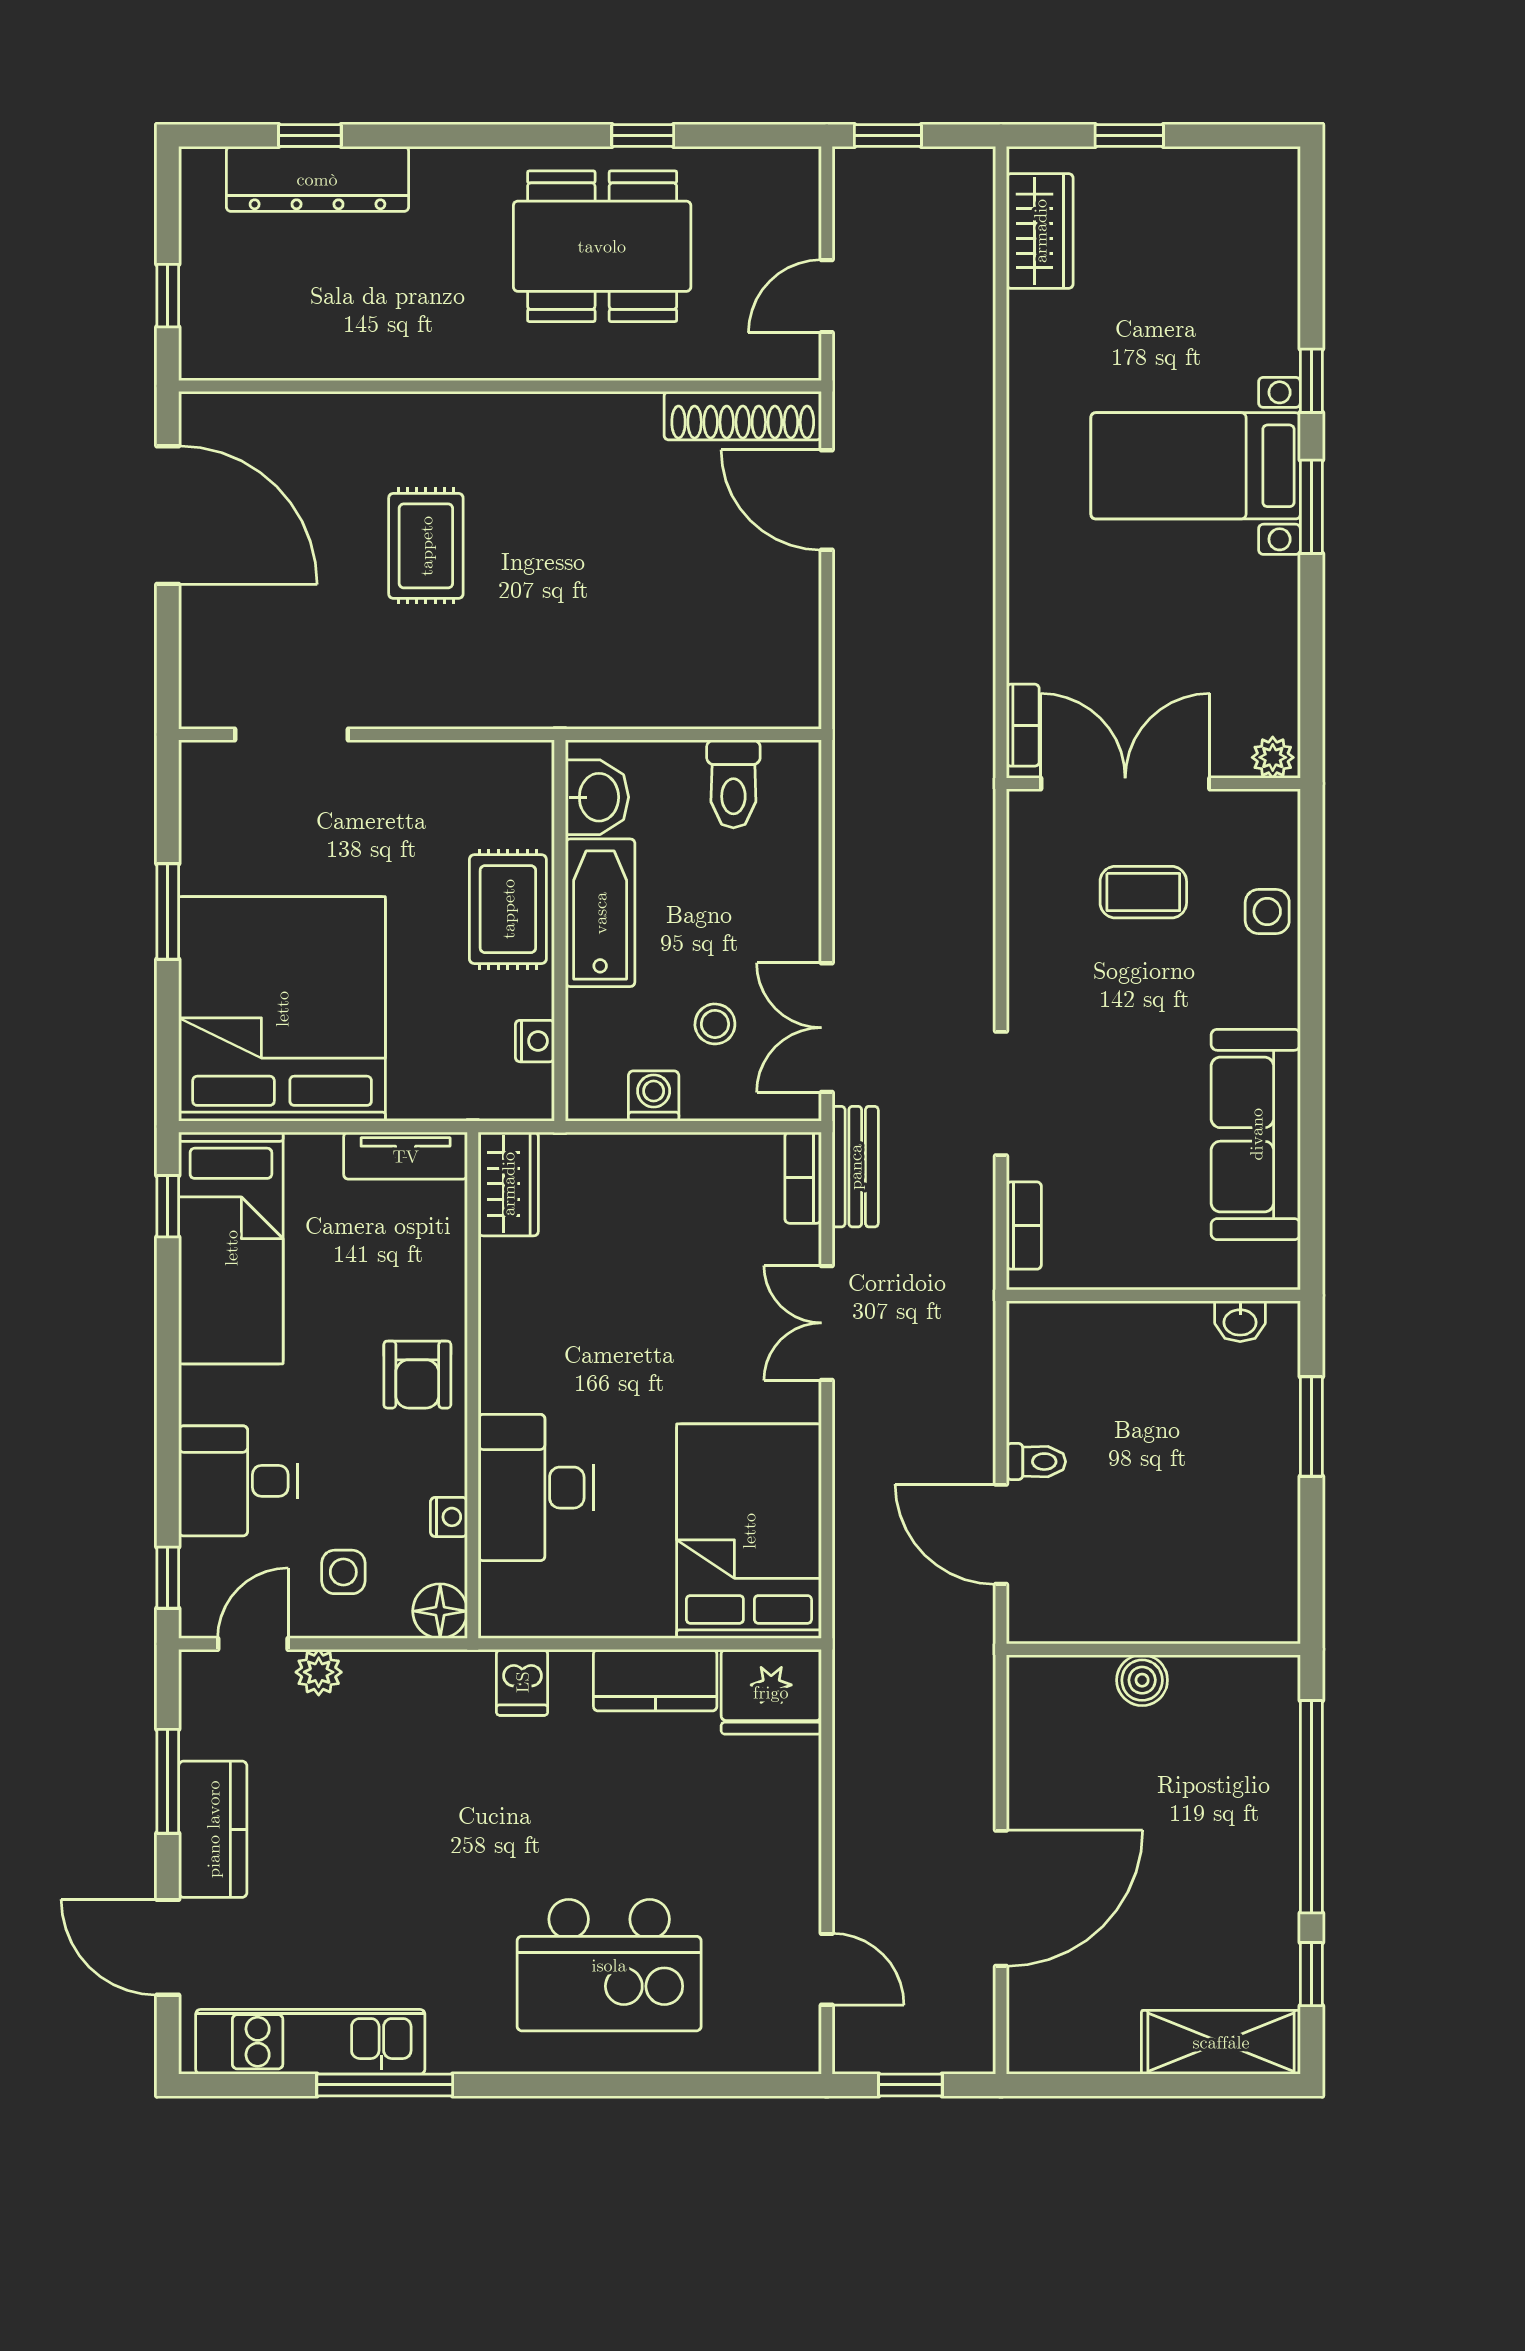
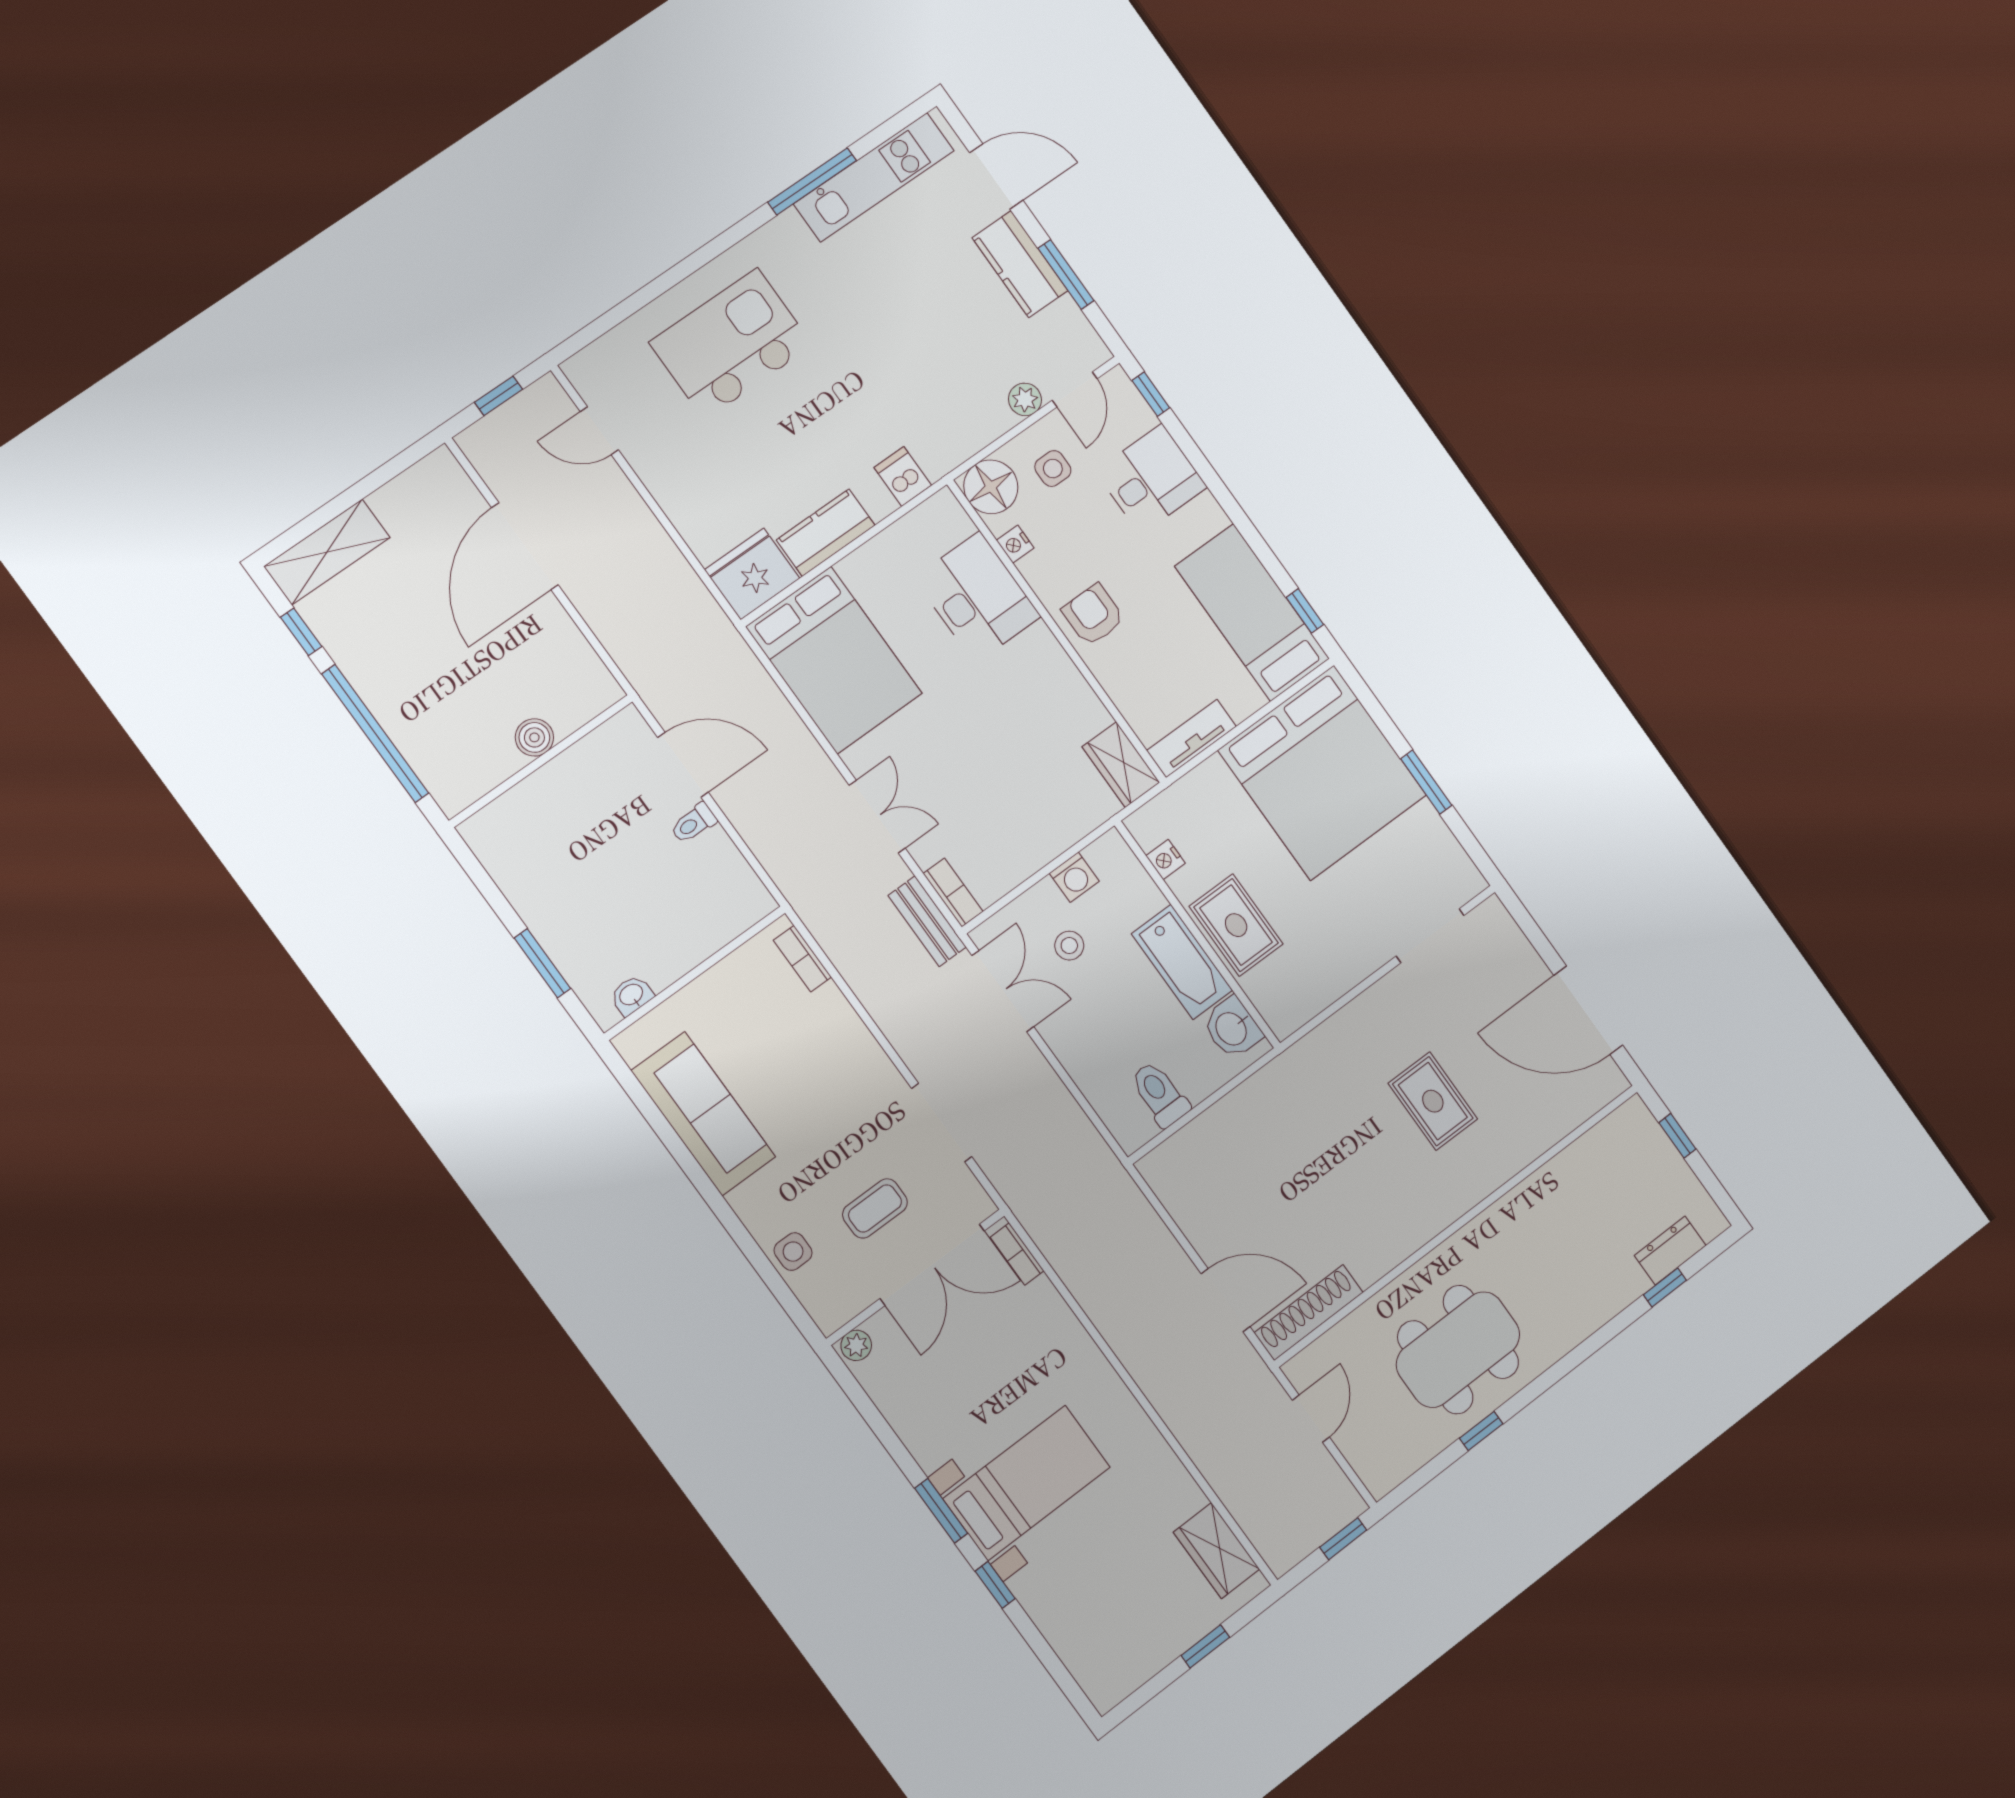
dresser: (317, 179) -> (1670, 1250), width x0.51, depth x0.80
doorway: (1001, 1094) -> (942, 1123), moved
floor lamp: (440, 1611) -> (991, 487), width x1.38, depth x1.38

